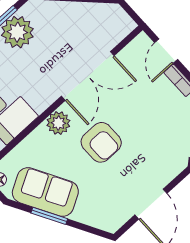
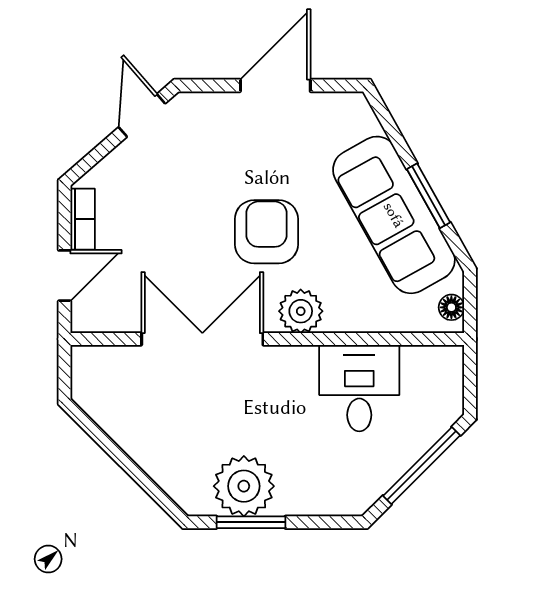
sofa: (45, 192) -> (394, 215), width x1.36

